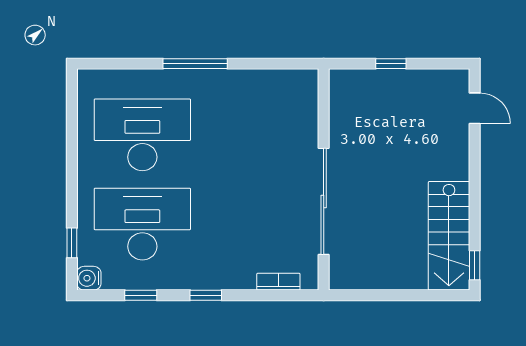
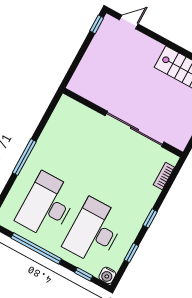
window: (391, 64) -> (97, 24), moved
window: (72, 153) -> (36, 248), added

